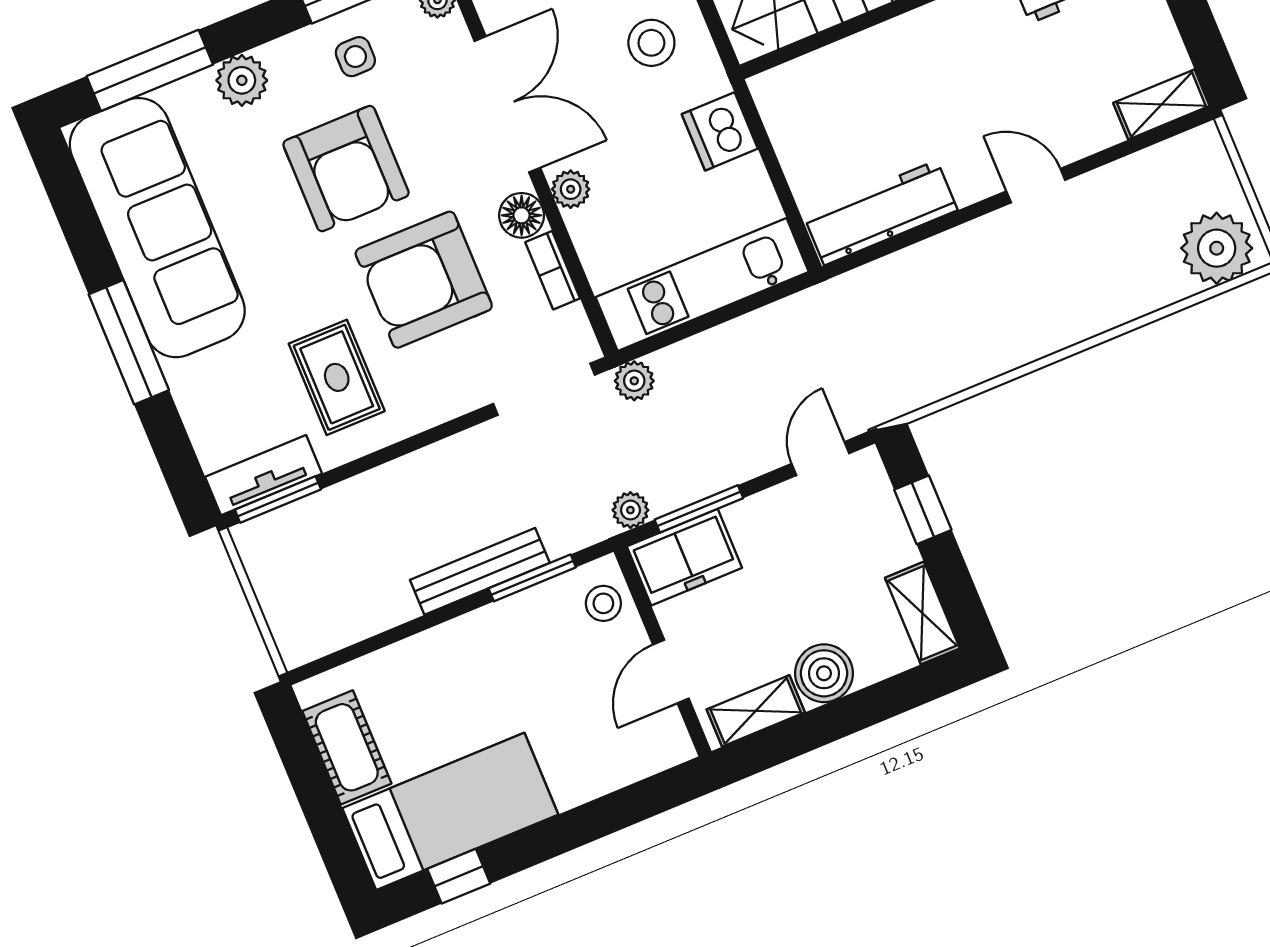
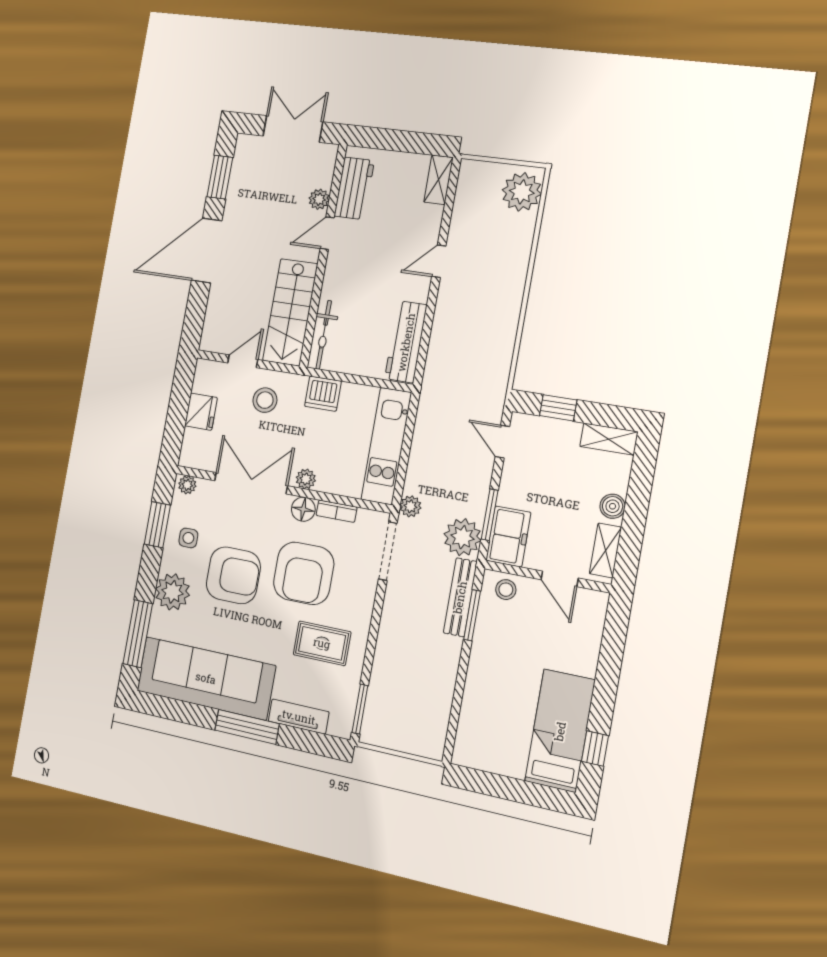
bicycle: (812, 73) -> (324, 335), added
plant: (242, 80) -> (172, 592), width x1.36, depth x1.36
tv unit: (264, 475) -> (299, 717), moved, turned 90
plant: (630, 510) -> (462, 537), width x1.88, depth x1.88
bench: (480, 571) -> (460, 597), moved
boiler: (824, 673) -> (613, 506), width x0.73, depth x0.73
cot: (347, 747) -> (497, 758), removed

